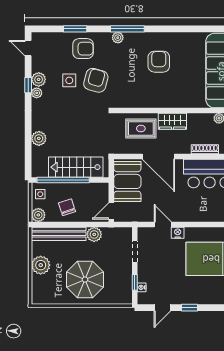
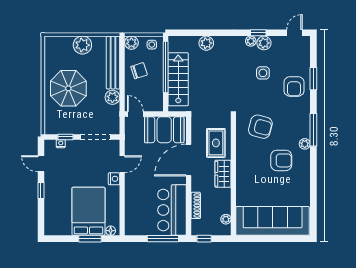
plant: (118, 38) -> (305, 144), moved
armchair: (96, 80) -> (260, 127), moved
doorway: (135, 251) -> (96, 137), width x1.38

